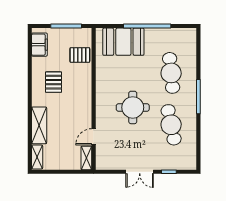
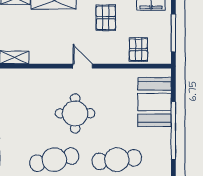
pallet: (54, 82) -> (106, 18), turned 90
door: (94, 137) -> (83, 66), moved

